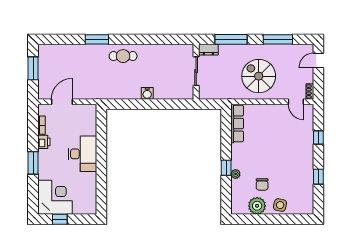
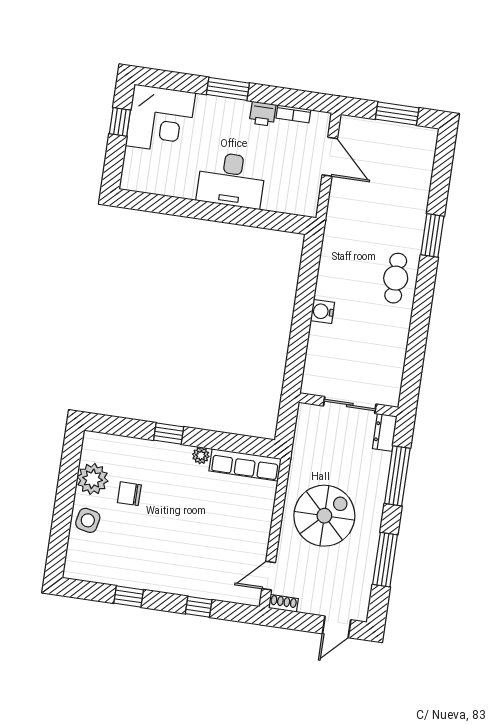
door: (318, 61) -> (337, 627), swing flipped
plant: (236, 174) -> (201, 455), moved

